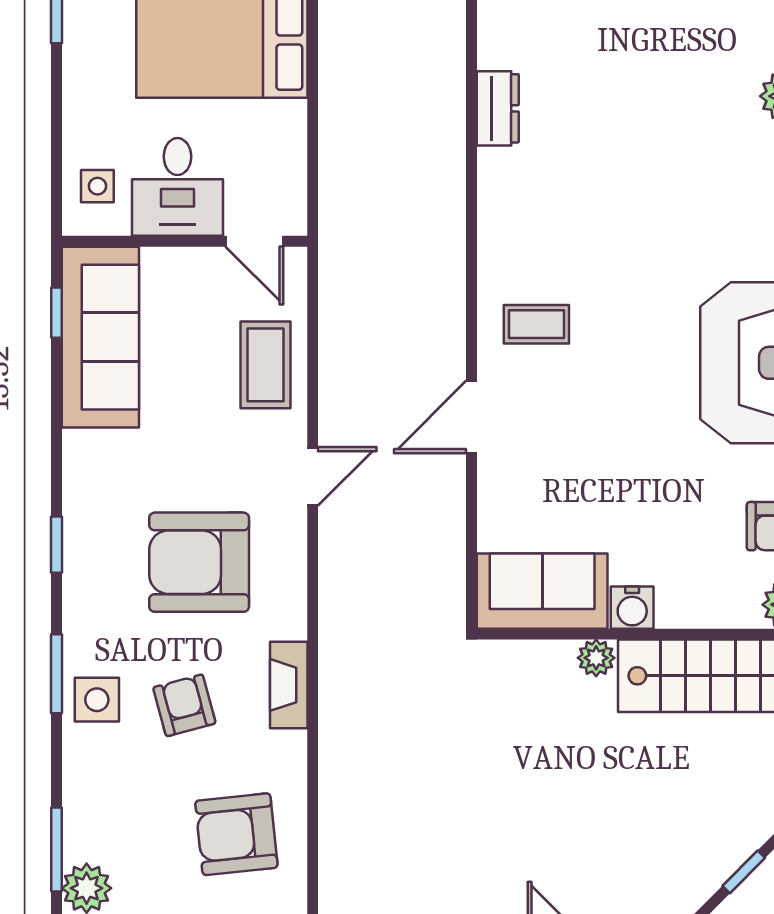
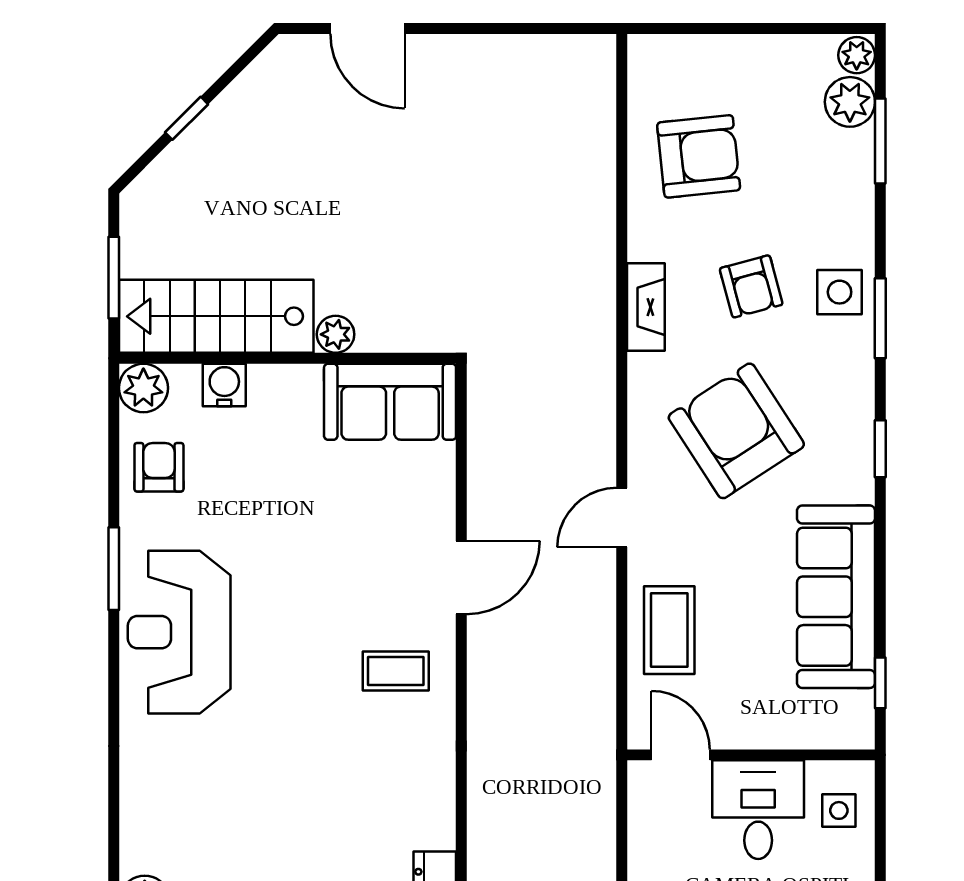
sofa: (100, 337) -> (836, 597), moved
armchair: (199, 562) -> (736, 431), turned -123
water cooler: (632, 608) -> (224, 385), moved

